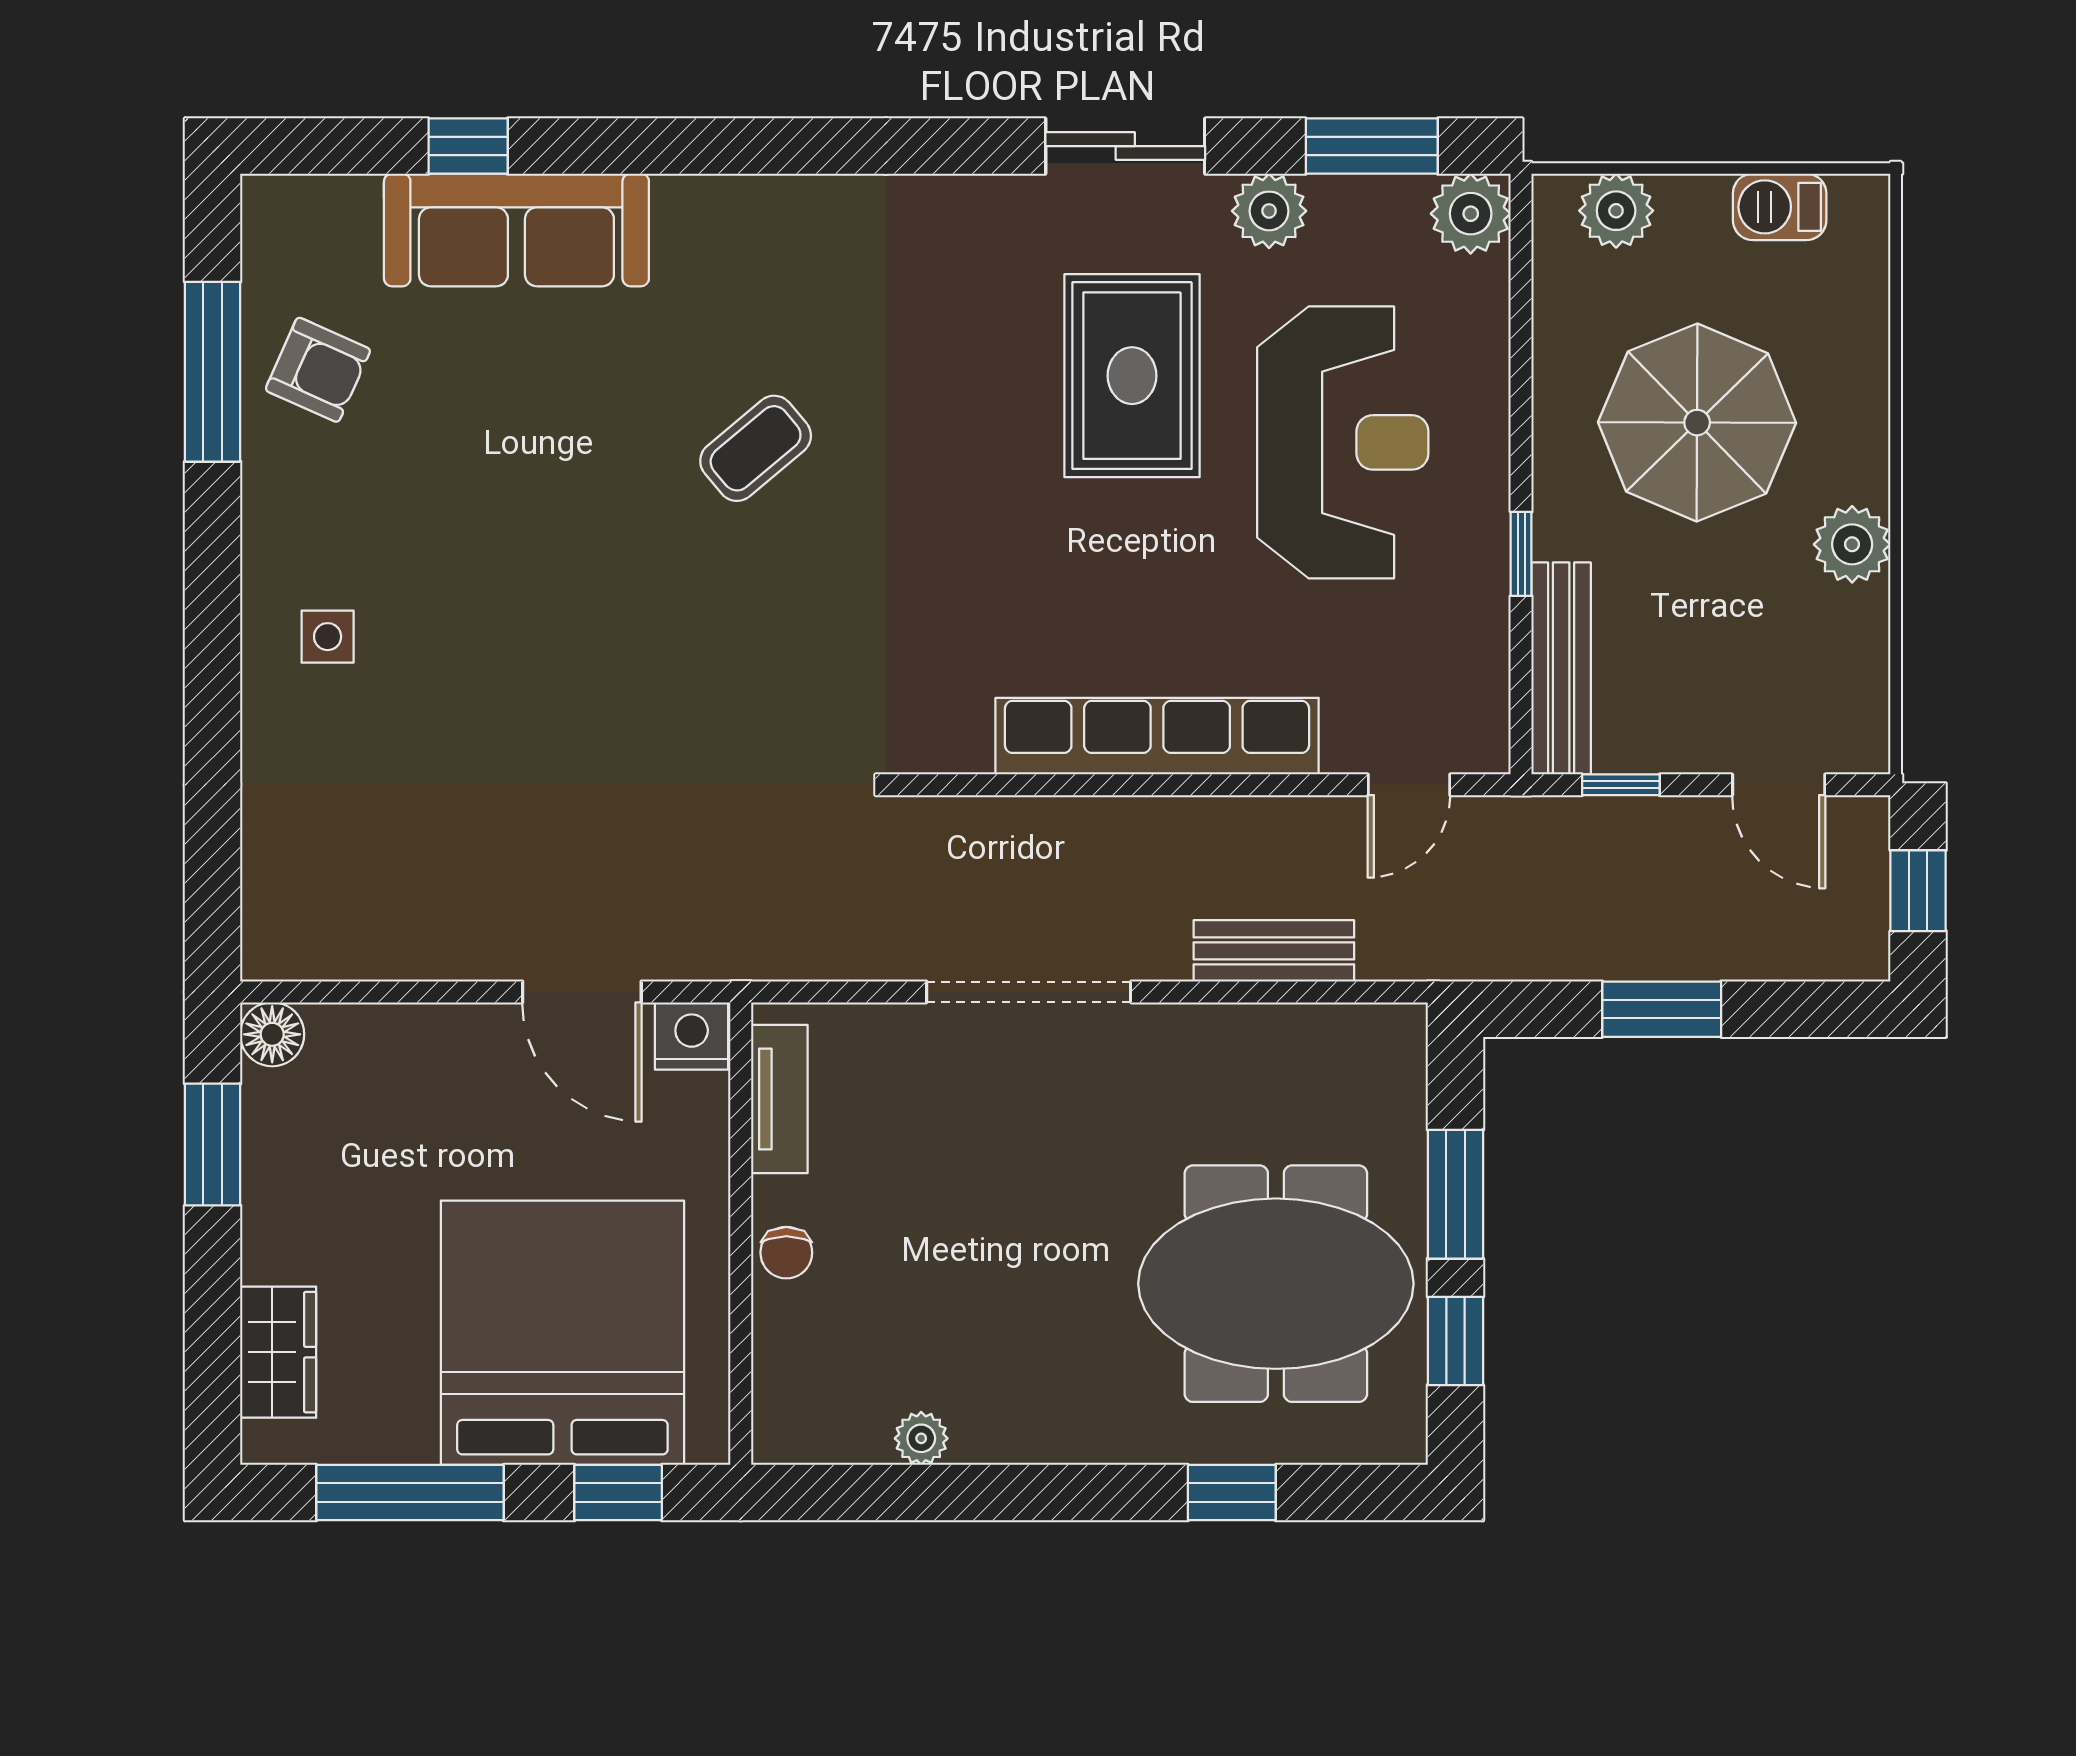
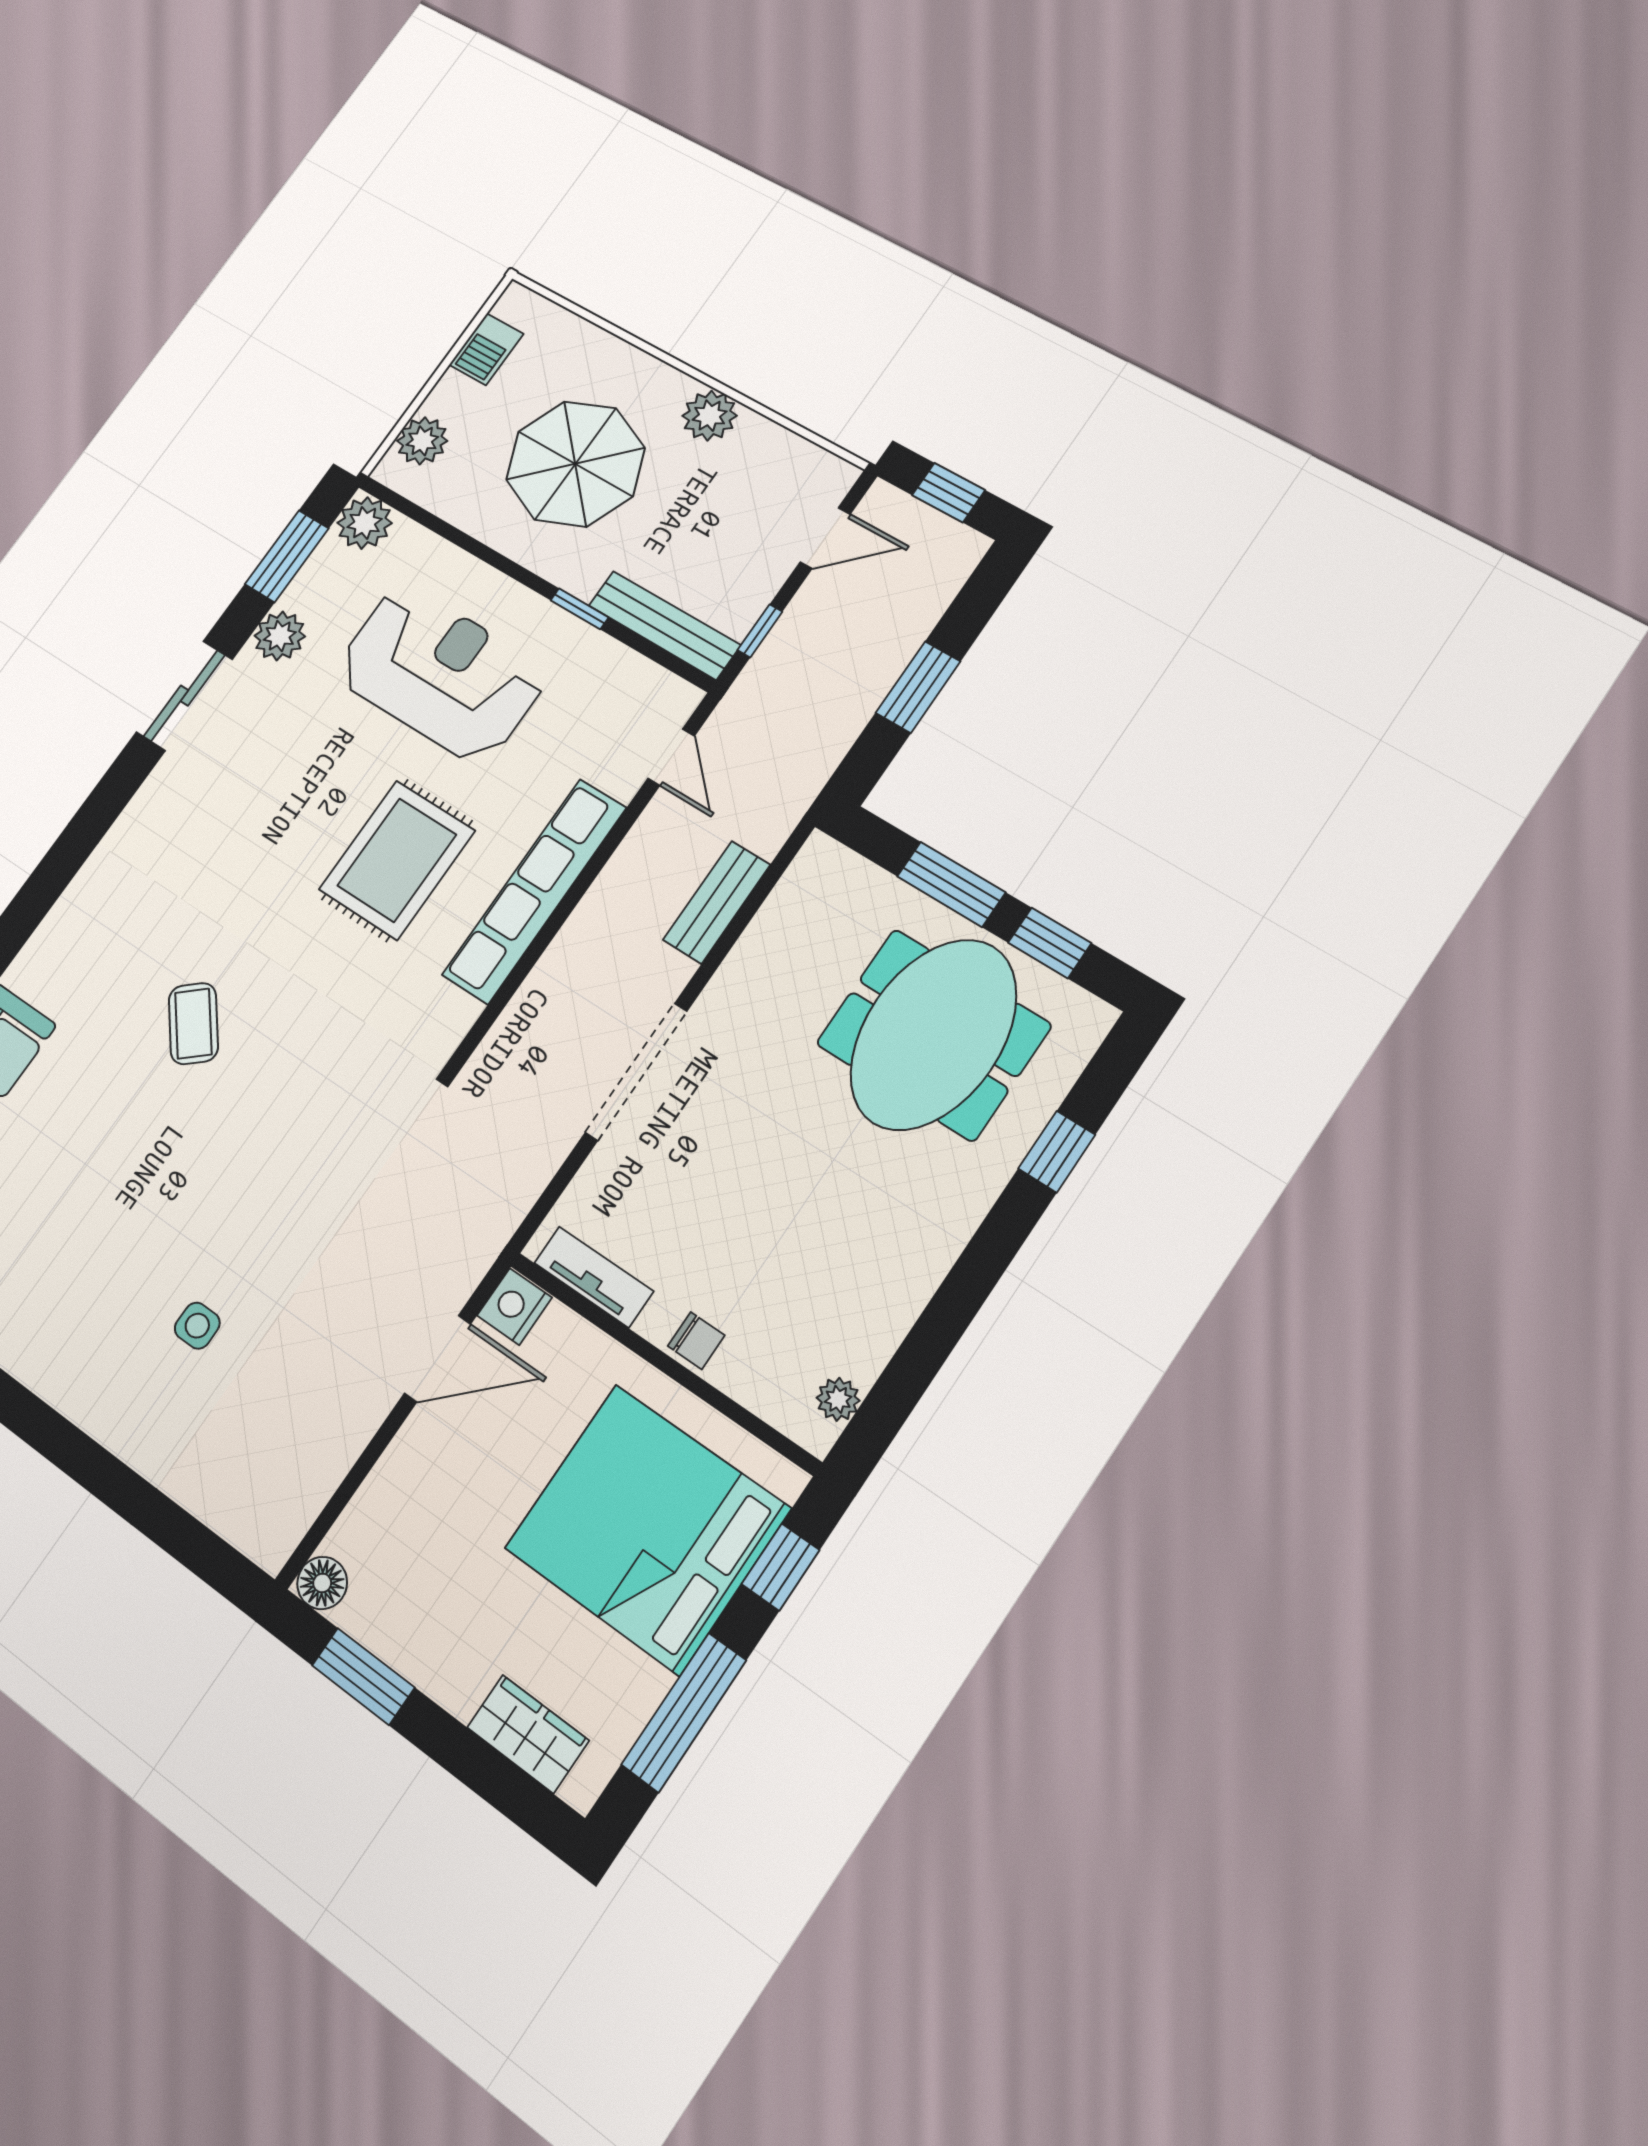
rug: (1132, 376) -> (397, 860), moved, turned 90
side table: (328, 637) -> (197, 1326), moved
plant: (921, 1438) -> (838, 1399), moved

